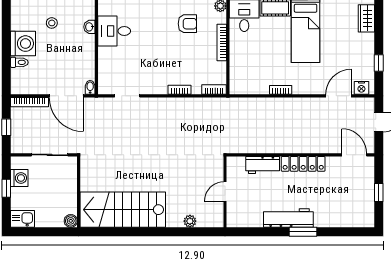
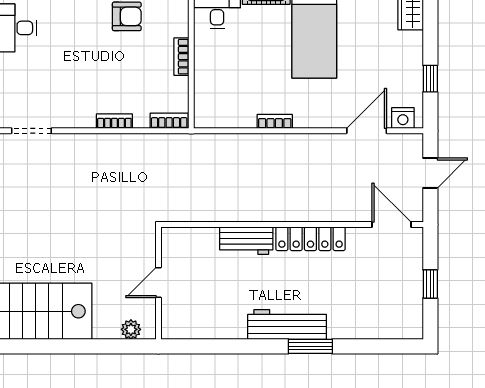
bookcase: (222, 42) -> (181, 57), width x0.64
door: (225, 192) -> (158, 283), moved
wall: (225, 192) -> (158, 283), moved

